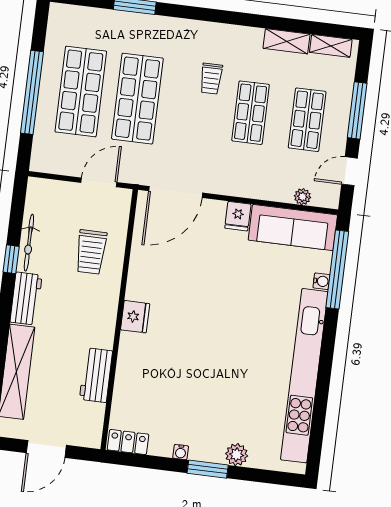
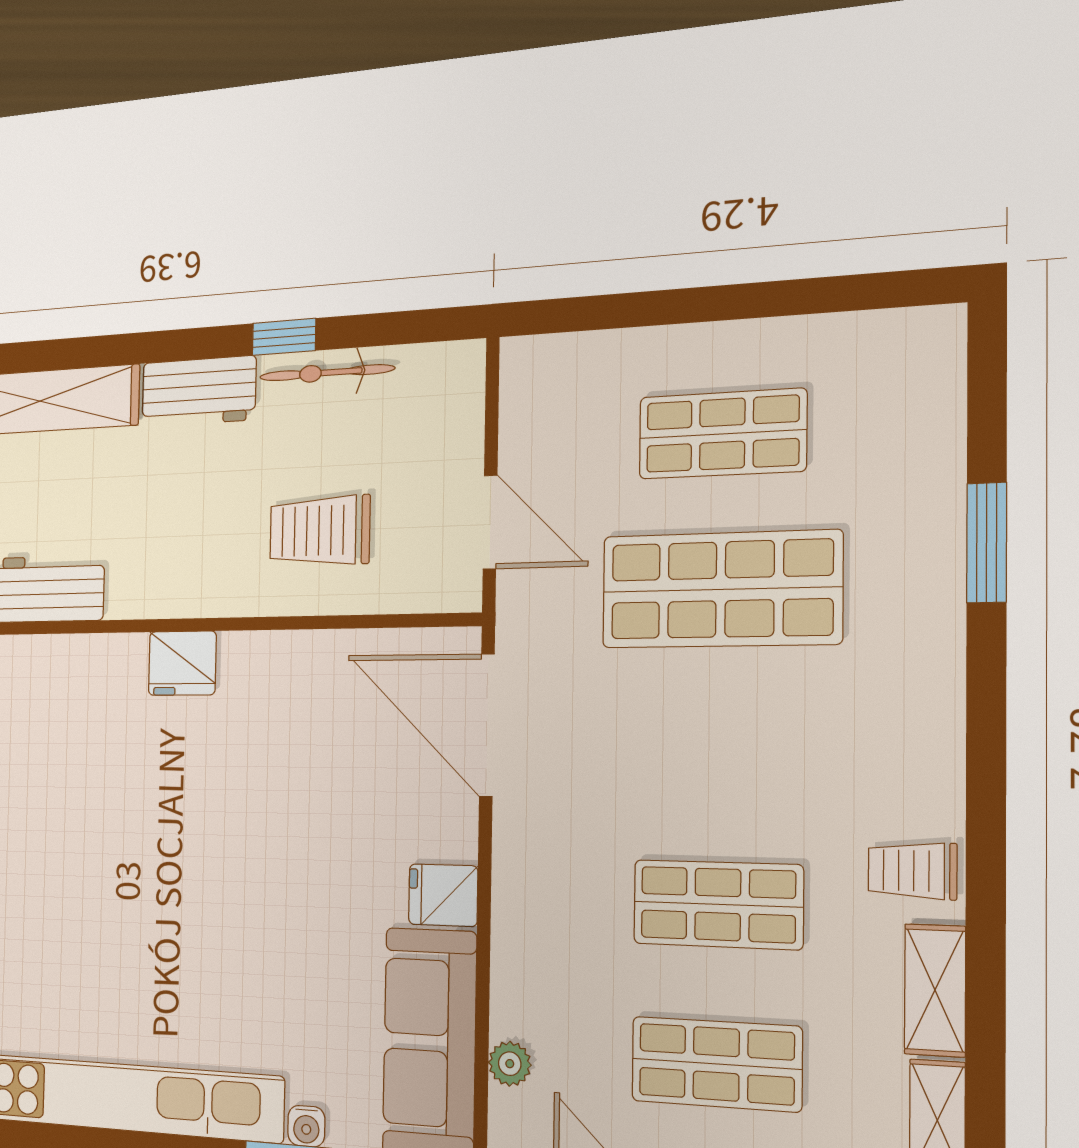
trolley: (211, 79) -> (912, 871), moved
window: (32, 92) -> (705, 304), removed
shop shelf: (81, 92) -> (722, 434), width x0.70, depth x0.74

